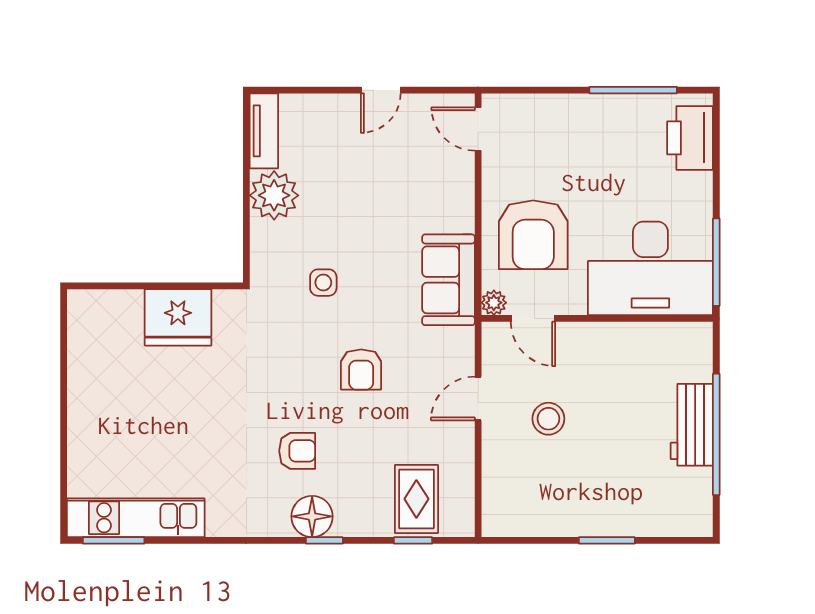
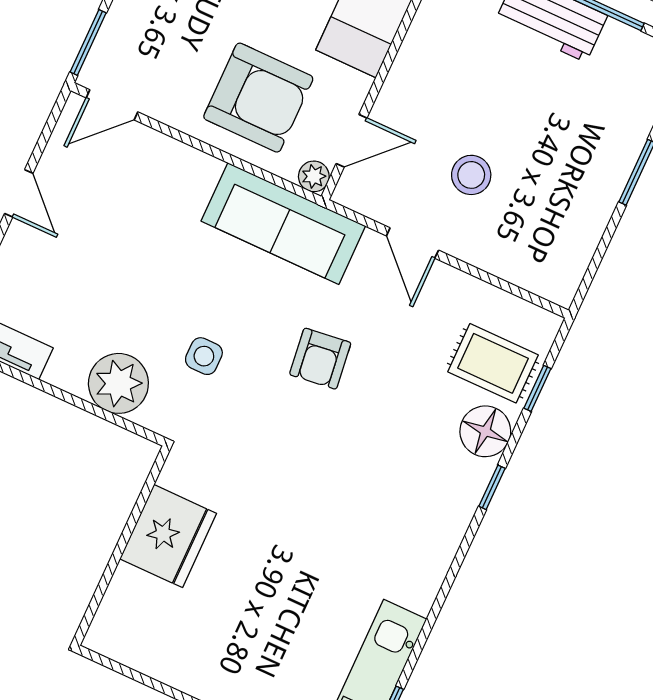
window: (516, 90) -> (88, 42), added
plant: (274, 195) -> (118, 383), moved
sofa: (449, 280) -> (283, 224), width x1.36
armchair: (361, 369) -> (320, 359), turned 83
armchair: (297, 451) -> (378, 472), removed
floor lamp: (312, 516) -> (485, 431), moved

